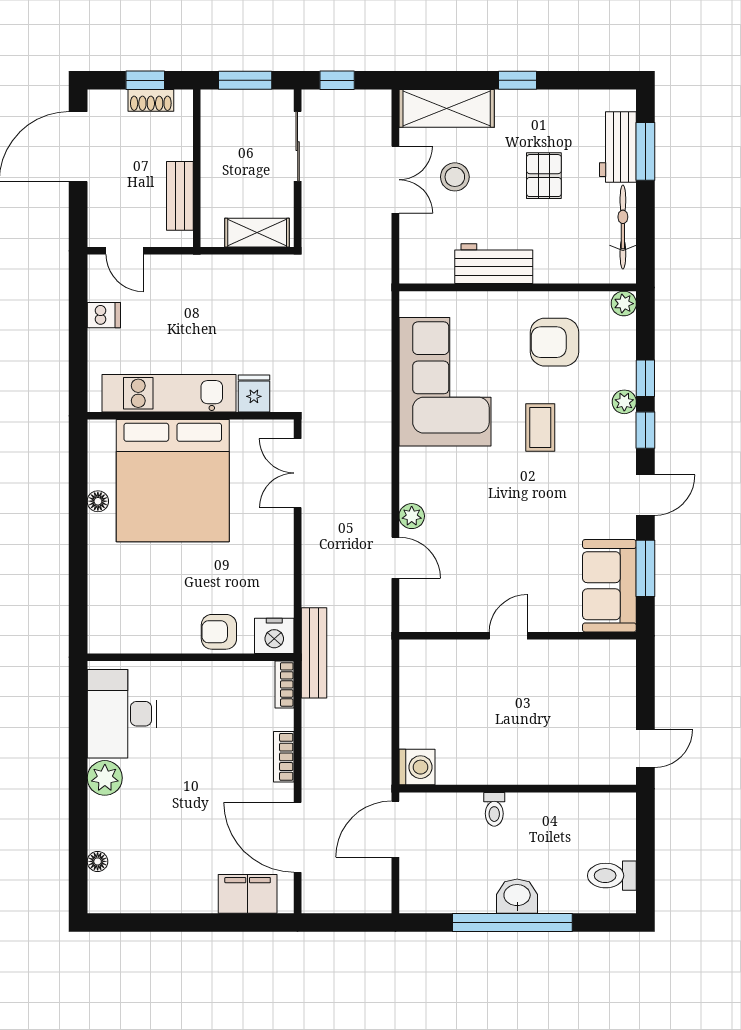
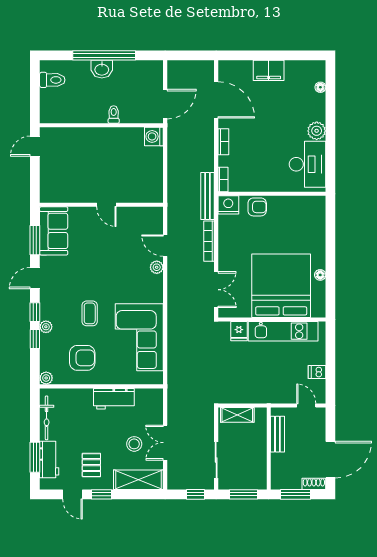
window: (145, 80) -> (295, 494), width x1.50
door: (573, 80) -> (72, 494), added
shoe rack: (151, 100) -> (314, 484), moved
pallet: (544, 176) -> (91, 465), moved
bookcase: (311, 566) -> (209, 241), added
door: (508, 636) -> (106, 205), hinge flipped
filing cabinet: (248, 894) -> (269, 70), moved

